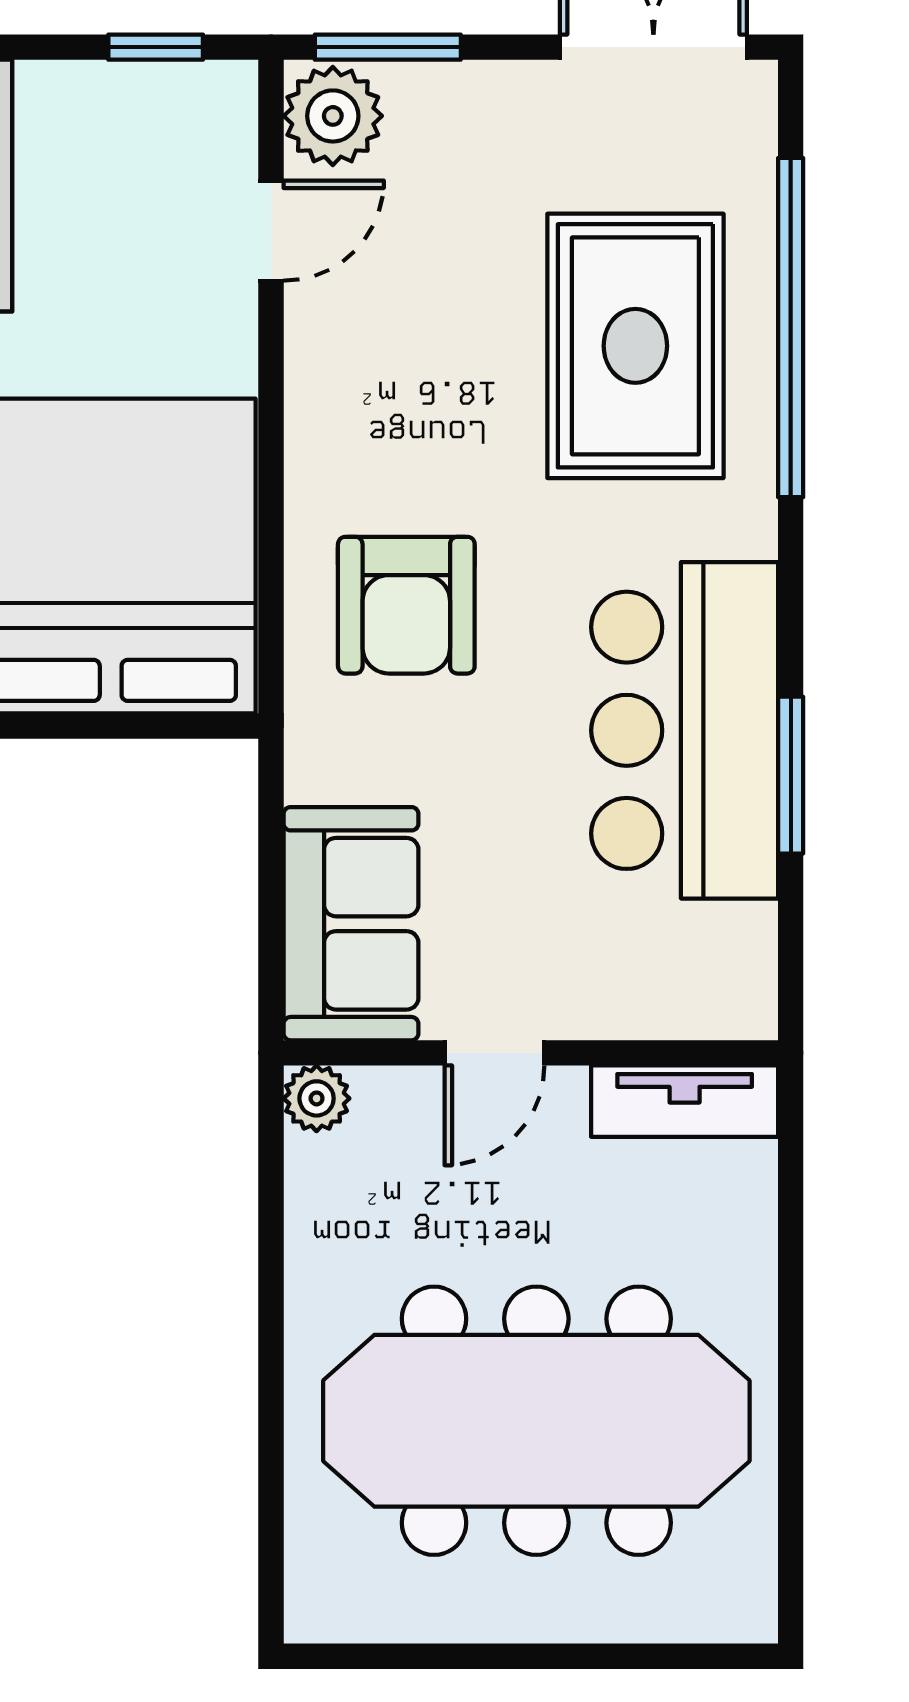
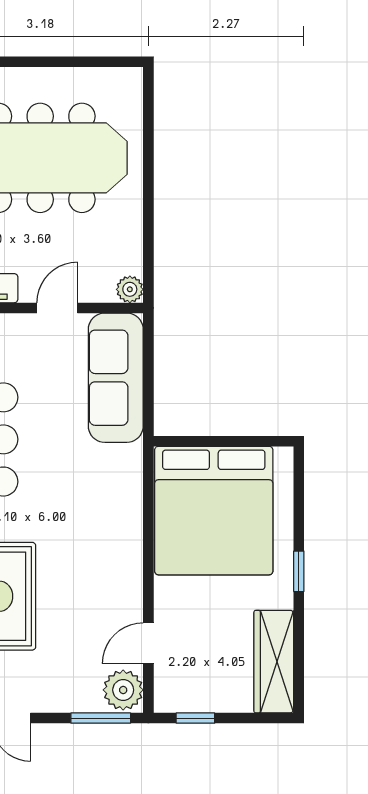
armchair: (406, 605) -> (93, 490), removed
sofa: (351, 924) -> (116, 378), width x1.36

